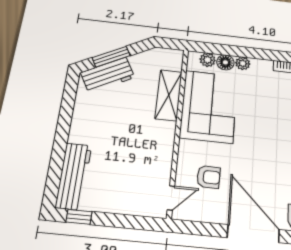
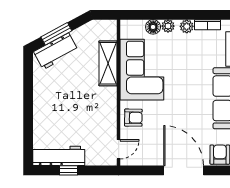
plant: (208, 60) -> (187, 26), moved
workbench: (74, 176) -> (59, 156), moved, turned -90
armchair: (208, 177) -> (133, 118), moved
window: (79, 217) -> (68, 170), moved

